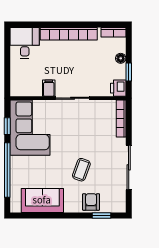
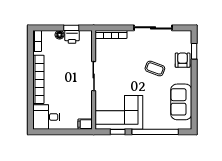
filing cabinet: (49, 88) -> (85, 124), moved
printer: (118, 88) -> (72, 37), moved
armchair: (91, 202) -> (183, 60), turned 90

